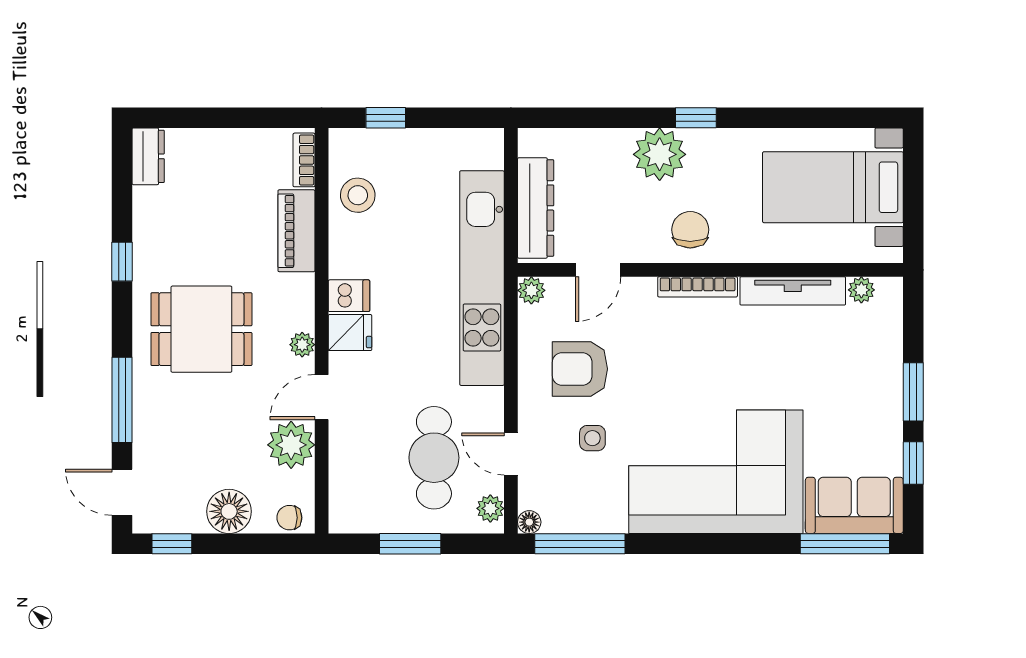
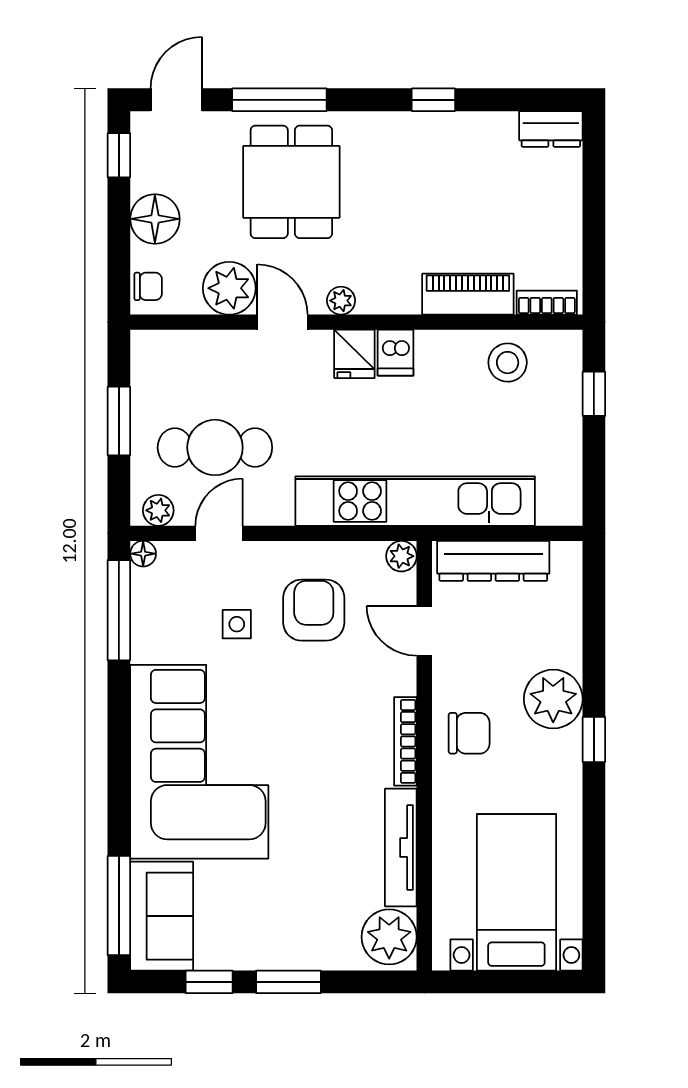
plant: (861, 290) -> (389, 937), width x1.87, depth x1.87
dining table: (201, 329) -> (291, 182), moved
chair: (289, 518) -> (148, 286), turned 90

